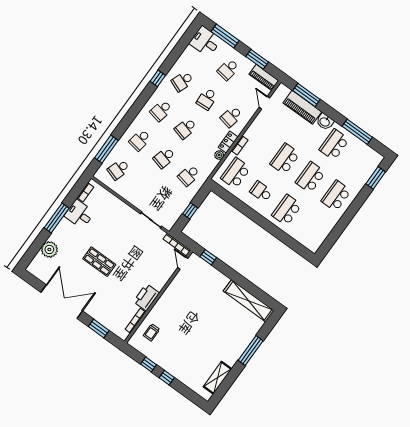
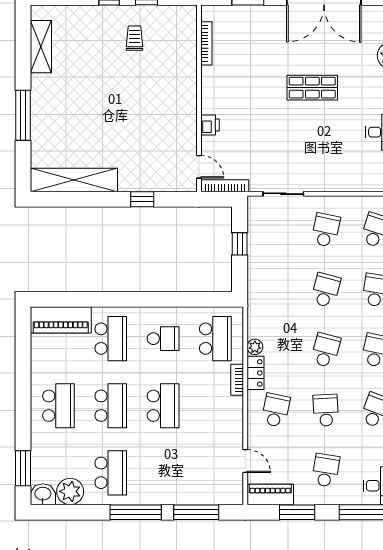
piano: (302, 107) -> (61, 320), moved, turned 180
washbasin: (325, 122) -> (43, 494), moved
window: (357, 132) -> (136, 512), moved
plant: (361, 150) -> (70, 491), added
school desk: (189, 175) -> (326, 230), moved
window: (208, 257) -> (142, 199), moved
printer: (146, 297) -> (210, 125), moved, width x0.53, depth x0.68
trolley: (151, 332) -> (135, 38), moved

